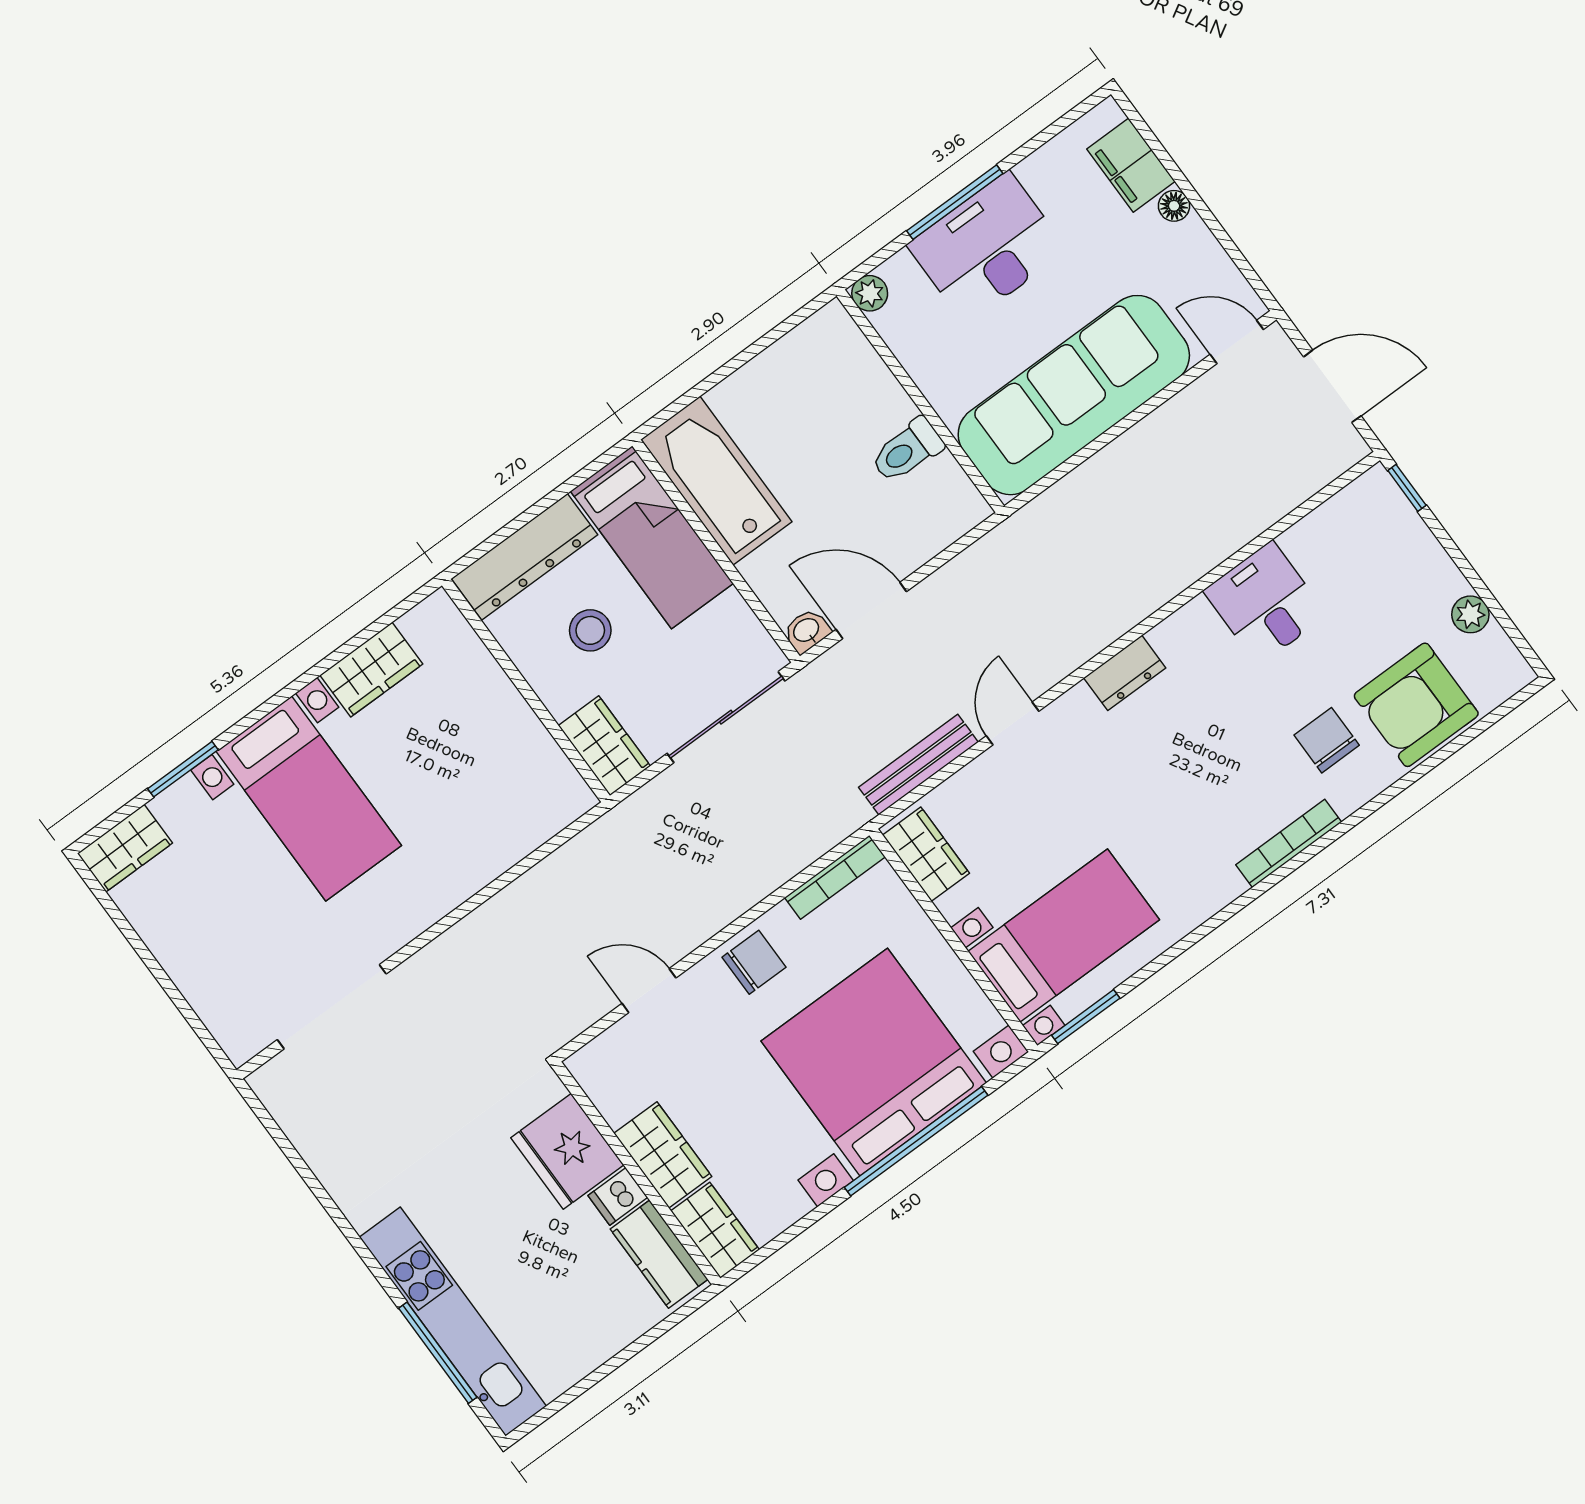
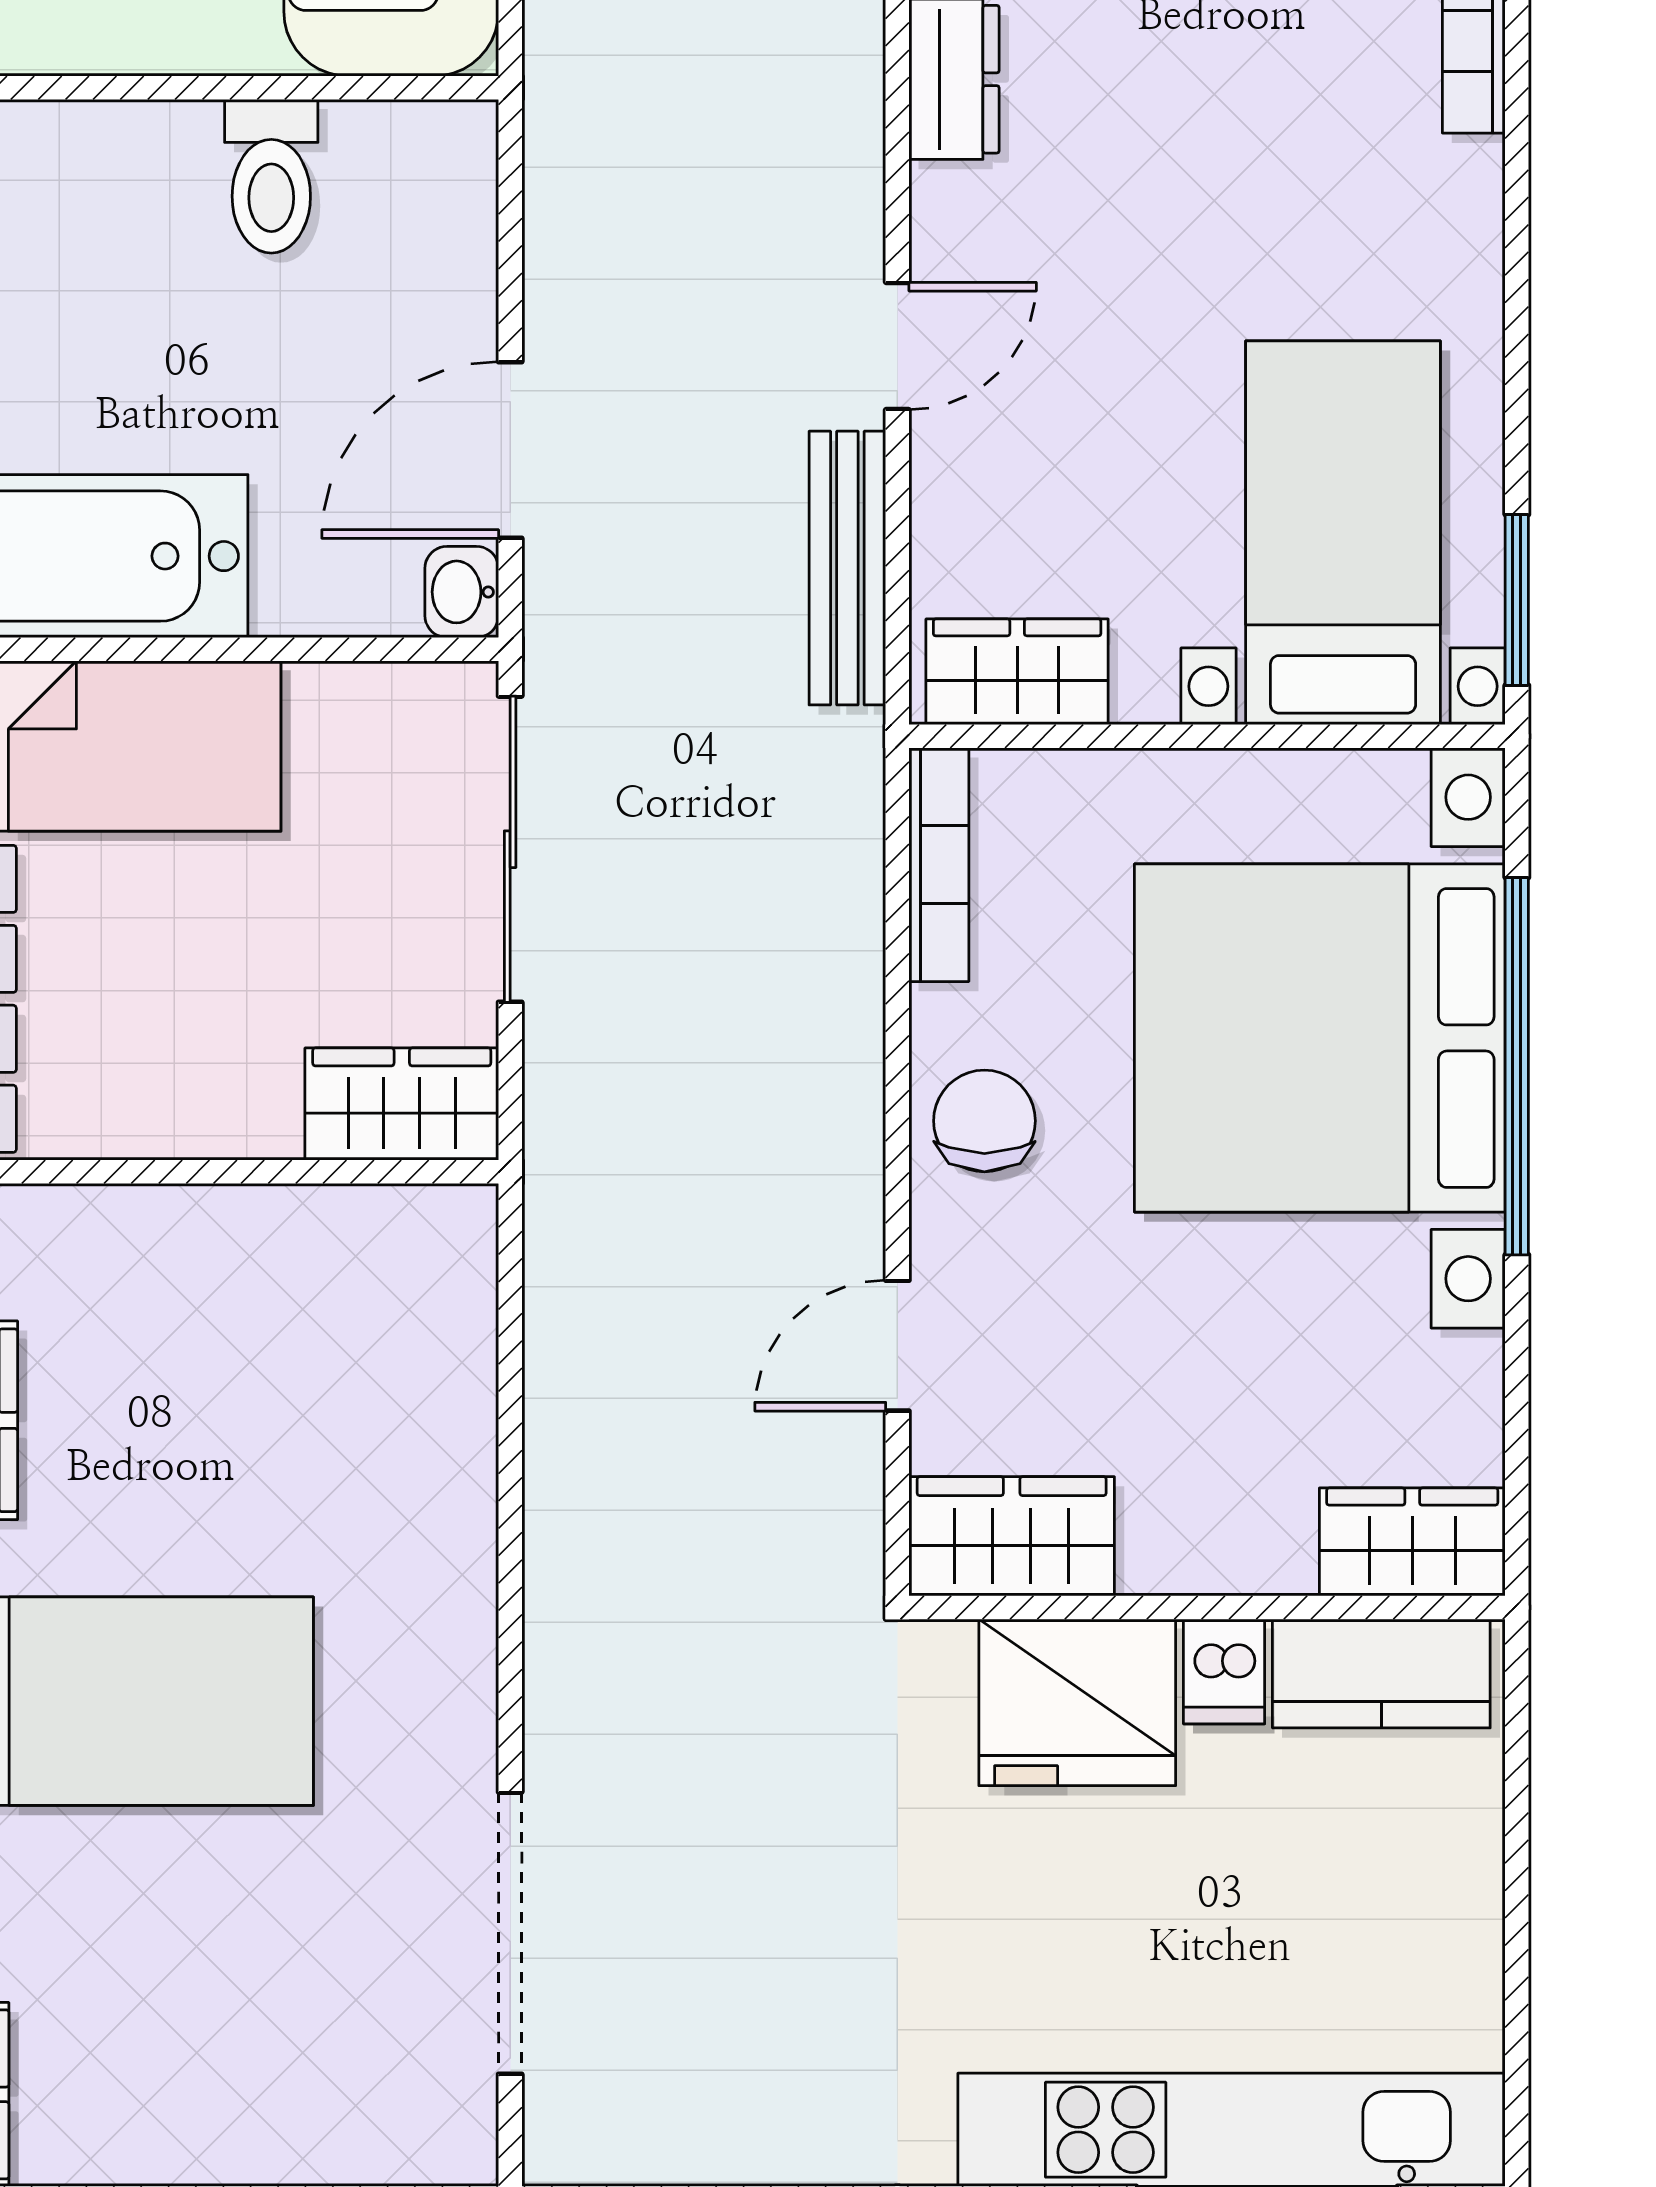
stool: (590, 630) -> (177, 978), removed
door: (1013, 724) -> (897, 346), swing flipped
wardrobe: (663, 1155) -> (1012, 1536), moved

